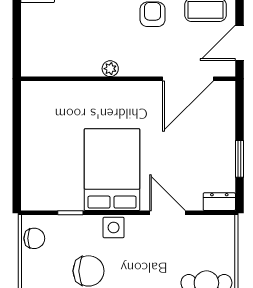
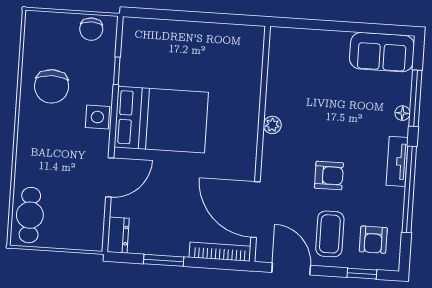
bookcase: (228, 108) -> (220, 252), added

